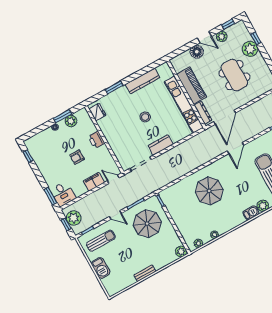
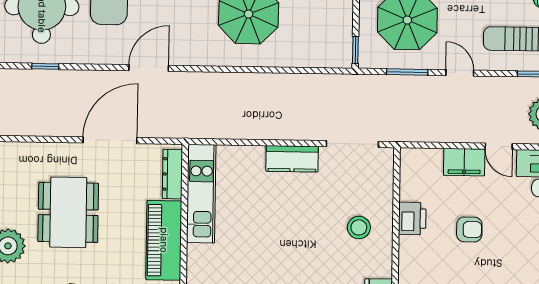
kitchen unit: (184, 105) -> (201, 194), width x0.73
stool: (145, 117) -> (359, 227), moved
door: (225, 117) -> (110, 140), moved
printer: (96, 140) -> (412, 218), moved
door: (113, 179) -> (499, 146), moved

